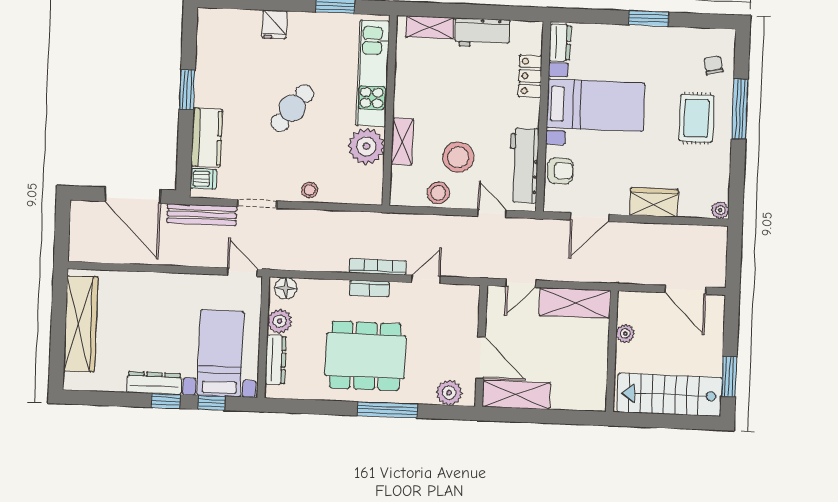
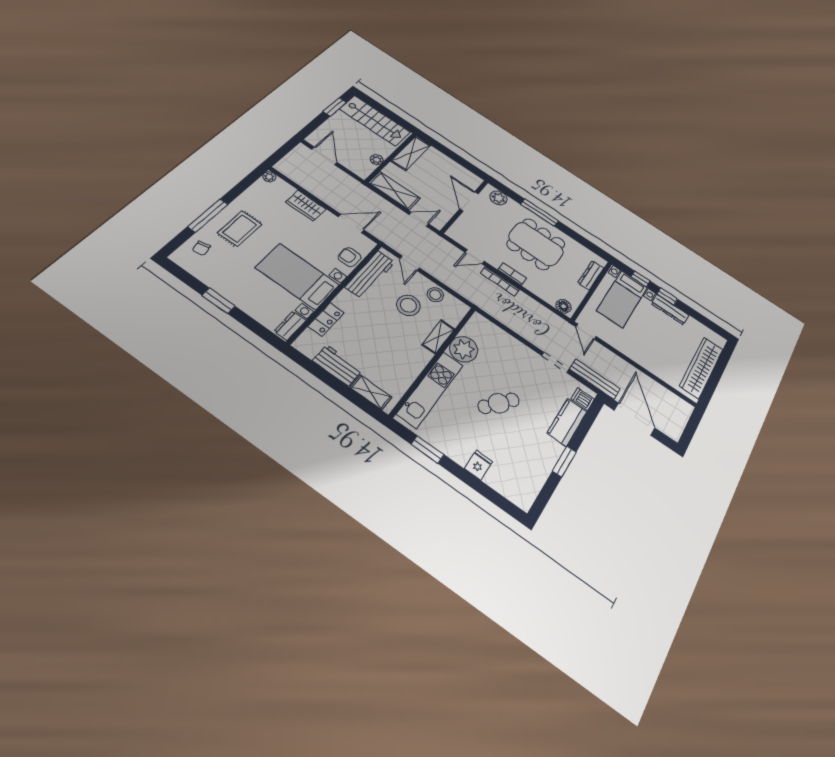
stool: (310, 190) -> (517, 348), removed
plant: (280, 321) -> (577, 292), removed
shelving: (516, 395) -> (411, 153), moved, turned 90

